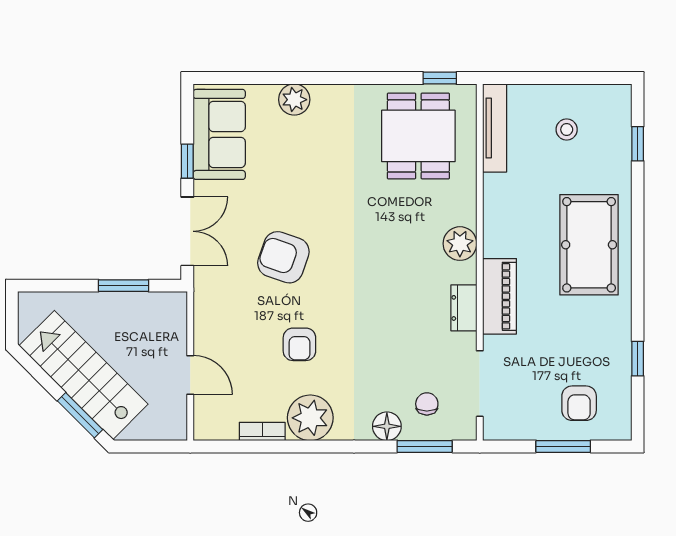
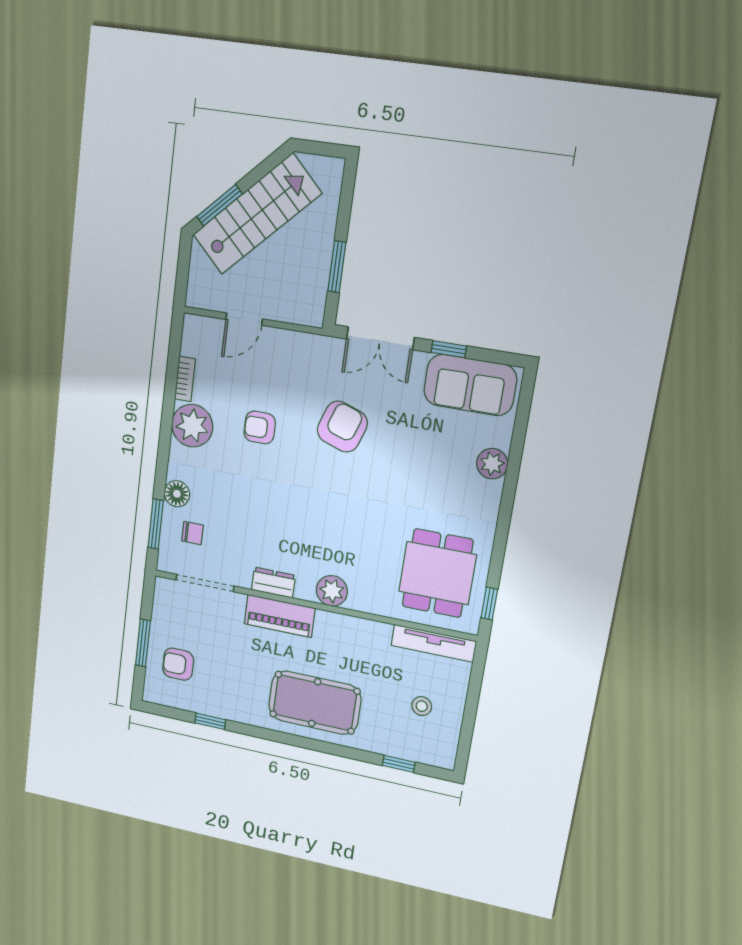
dining table: (418, 136) -> (437, 573), turned 90

